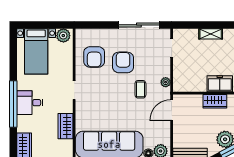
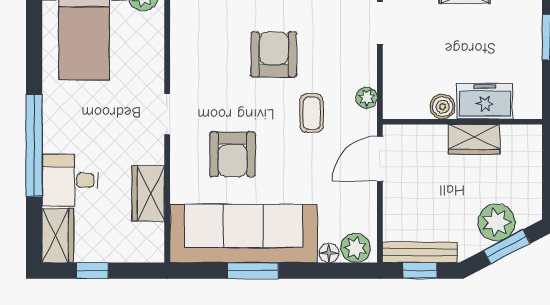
armchair: (94, 57) -> (232, 154), moved
boiler: (200, 86) -> (443, 107), added
desk: (30, 103) -> (70, 180), moved

